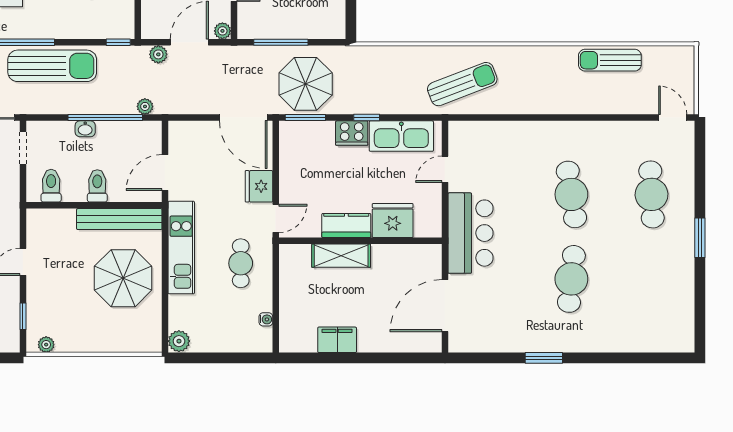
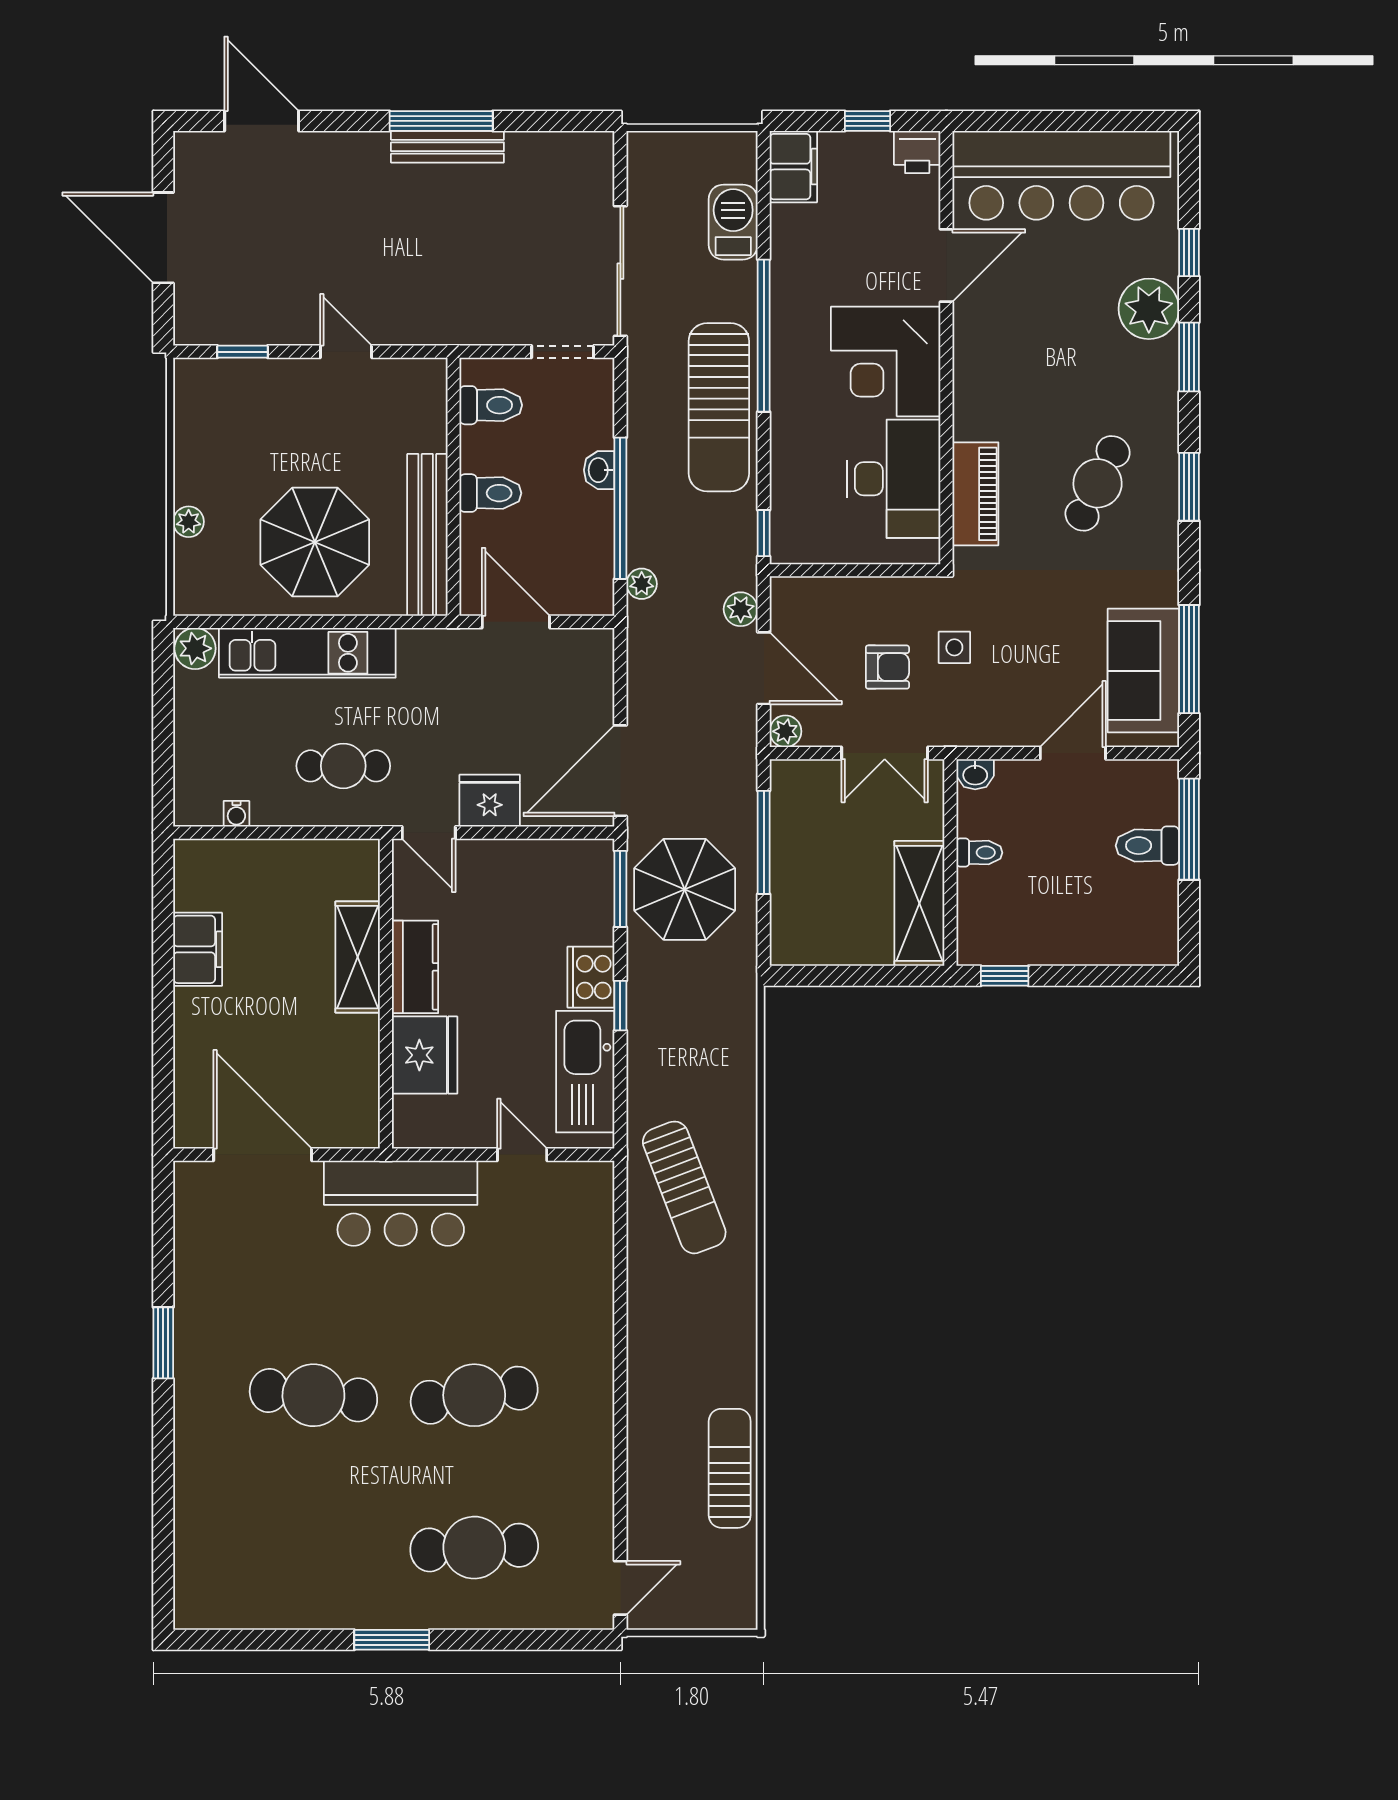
kitchen unit: (181, 248) -> (307, 653), moved
plant: (46, 345) -> (189, 522), moved

